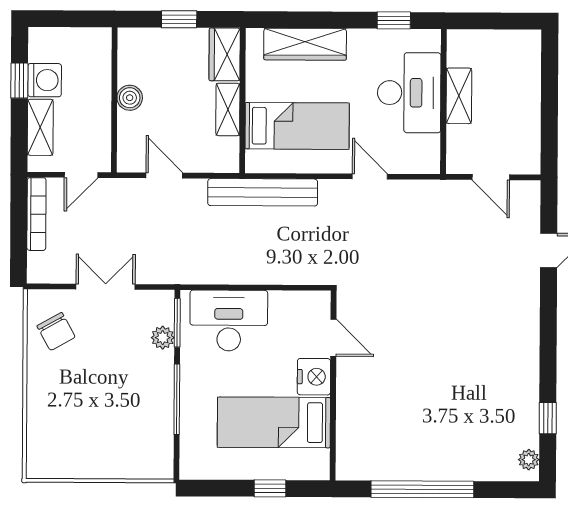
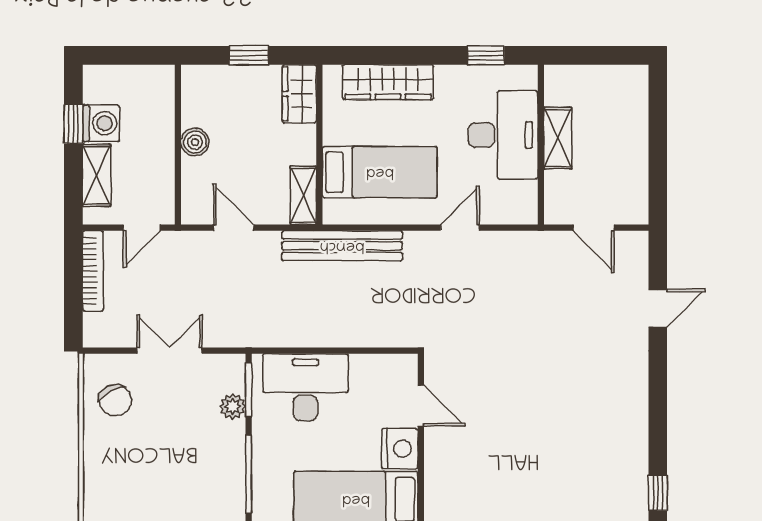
shelving: (228, 109) -> (303, 195), moved
door: (370, 176) -> (460, 228), hinge flipped

